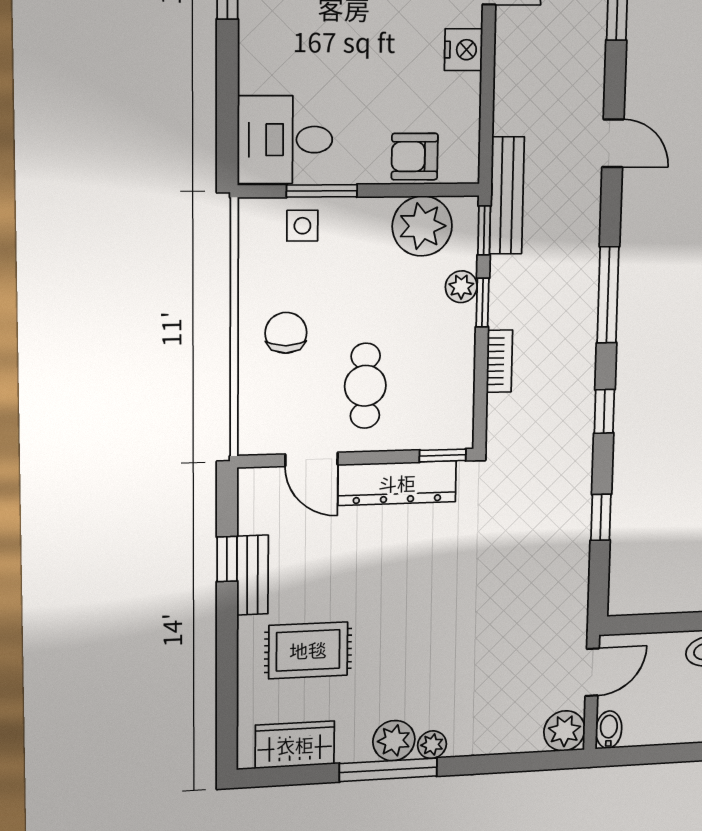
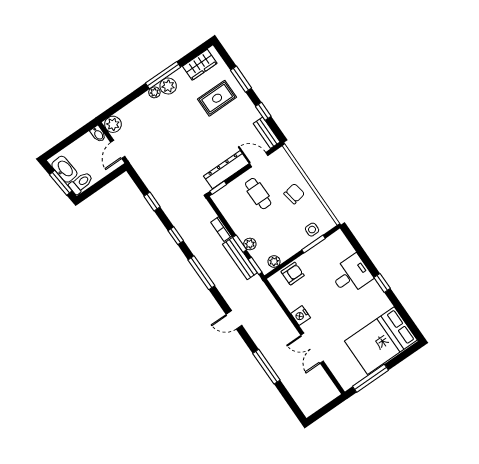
desk: (285, 140) -> (351, 275), moved
bench: (507, 196) -> (240, 259), moved
plant: (422, 226) -> (274, 261), width x0.53, depth x0.53
chair: (286, 333) -> (294, 194), turned -100
bench: (252, 575) -> (267, 133), moved
window: (227, 659) -> (241, 79), added

